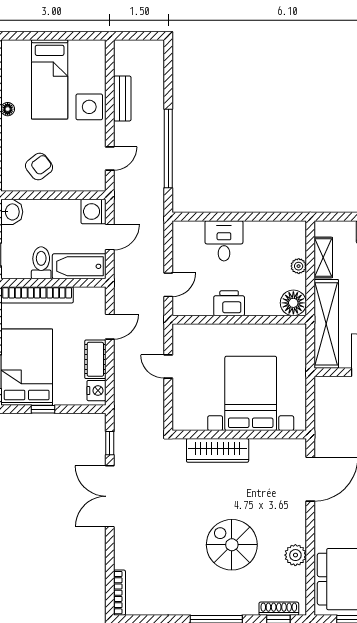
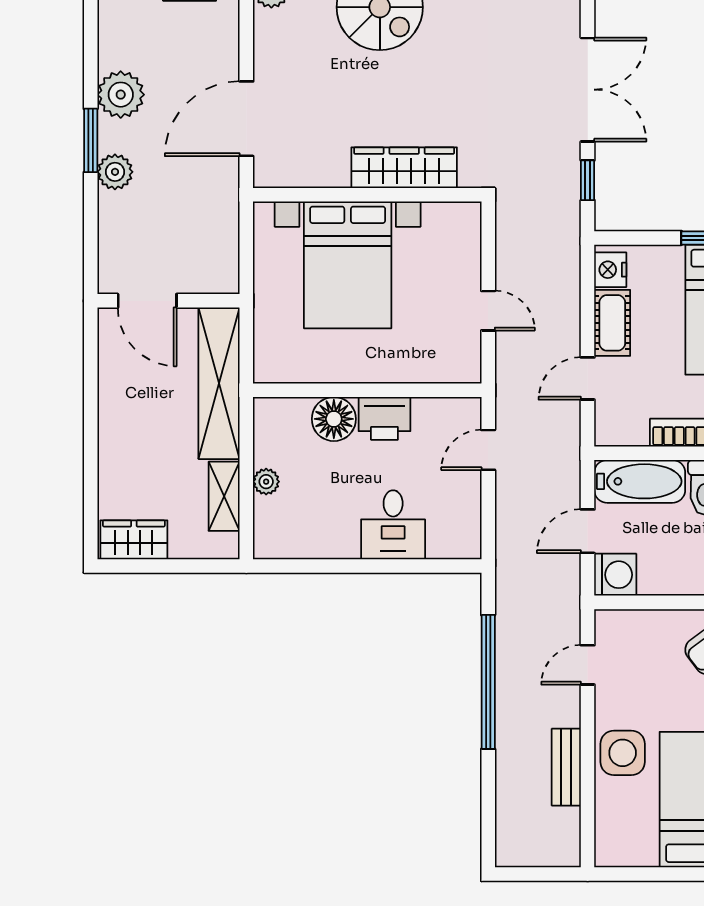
floor lamp: (293, 303) -> (334, 419), moved

